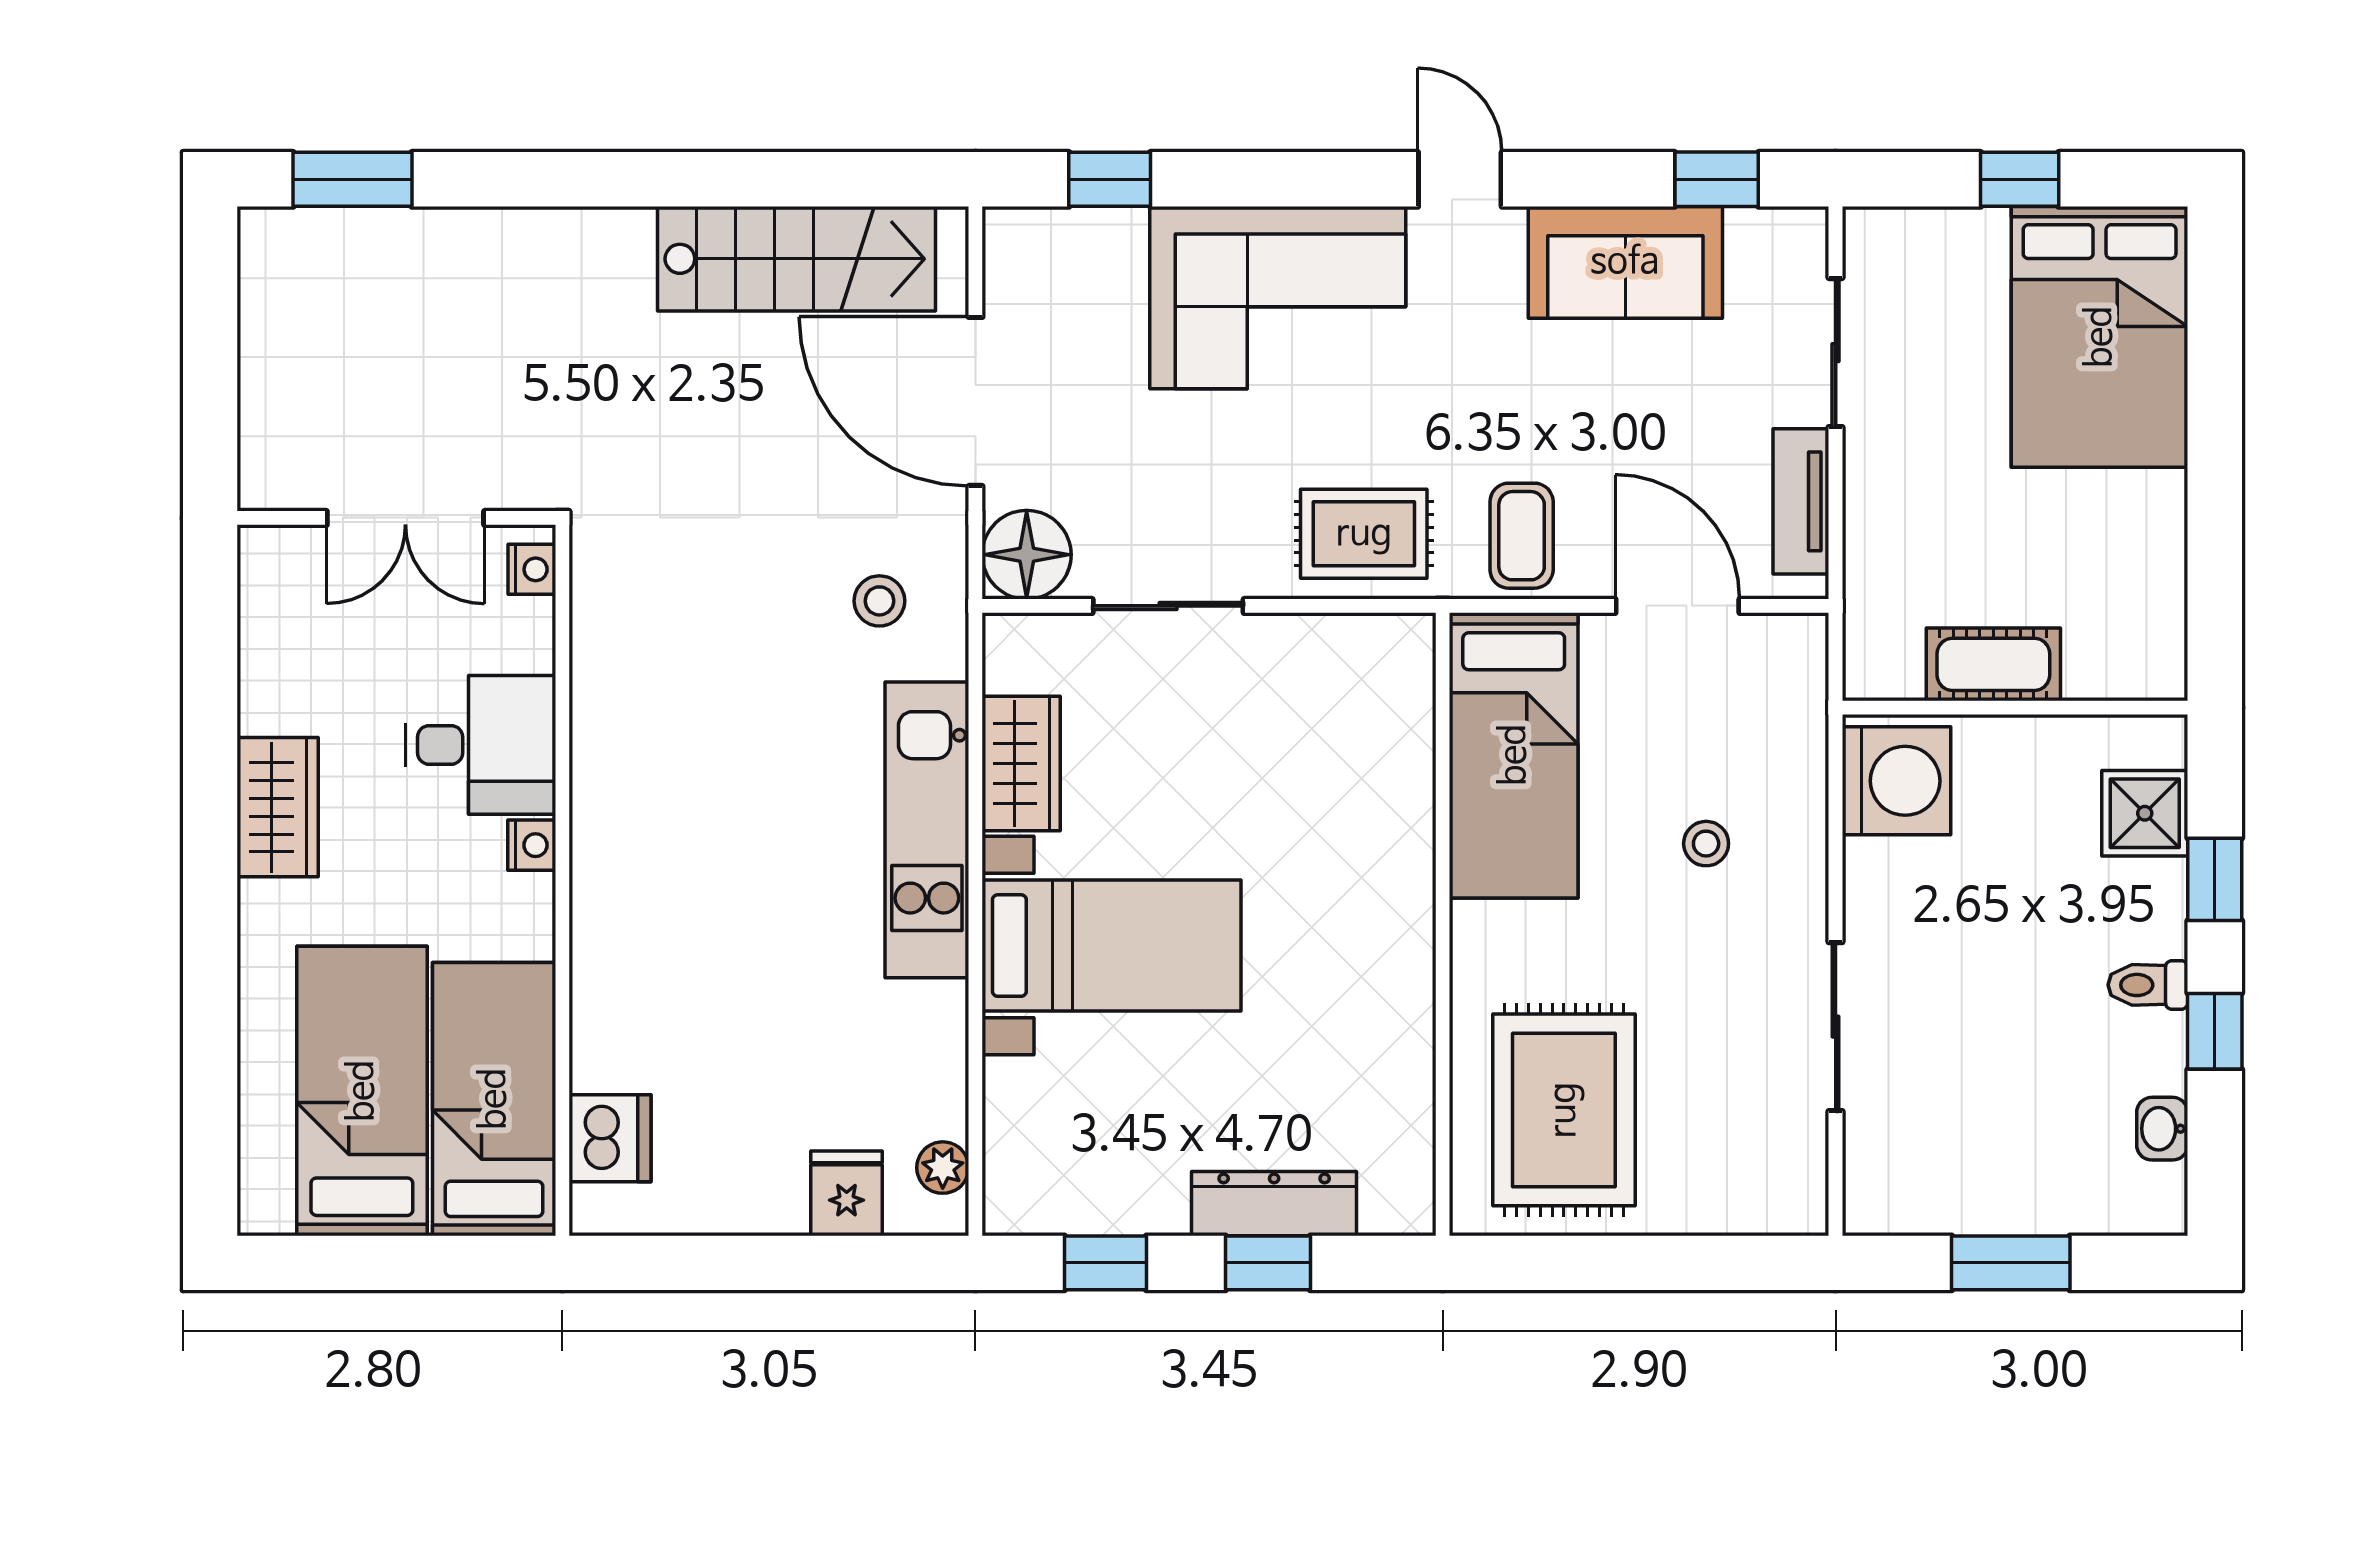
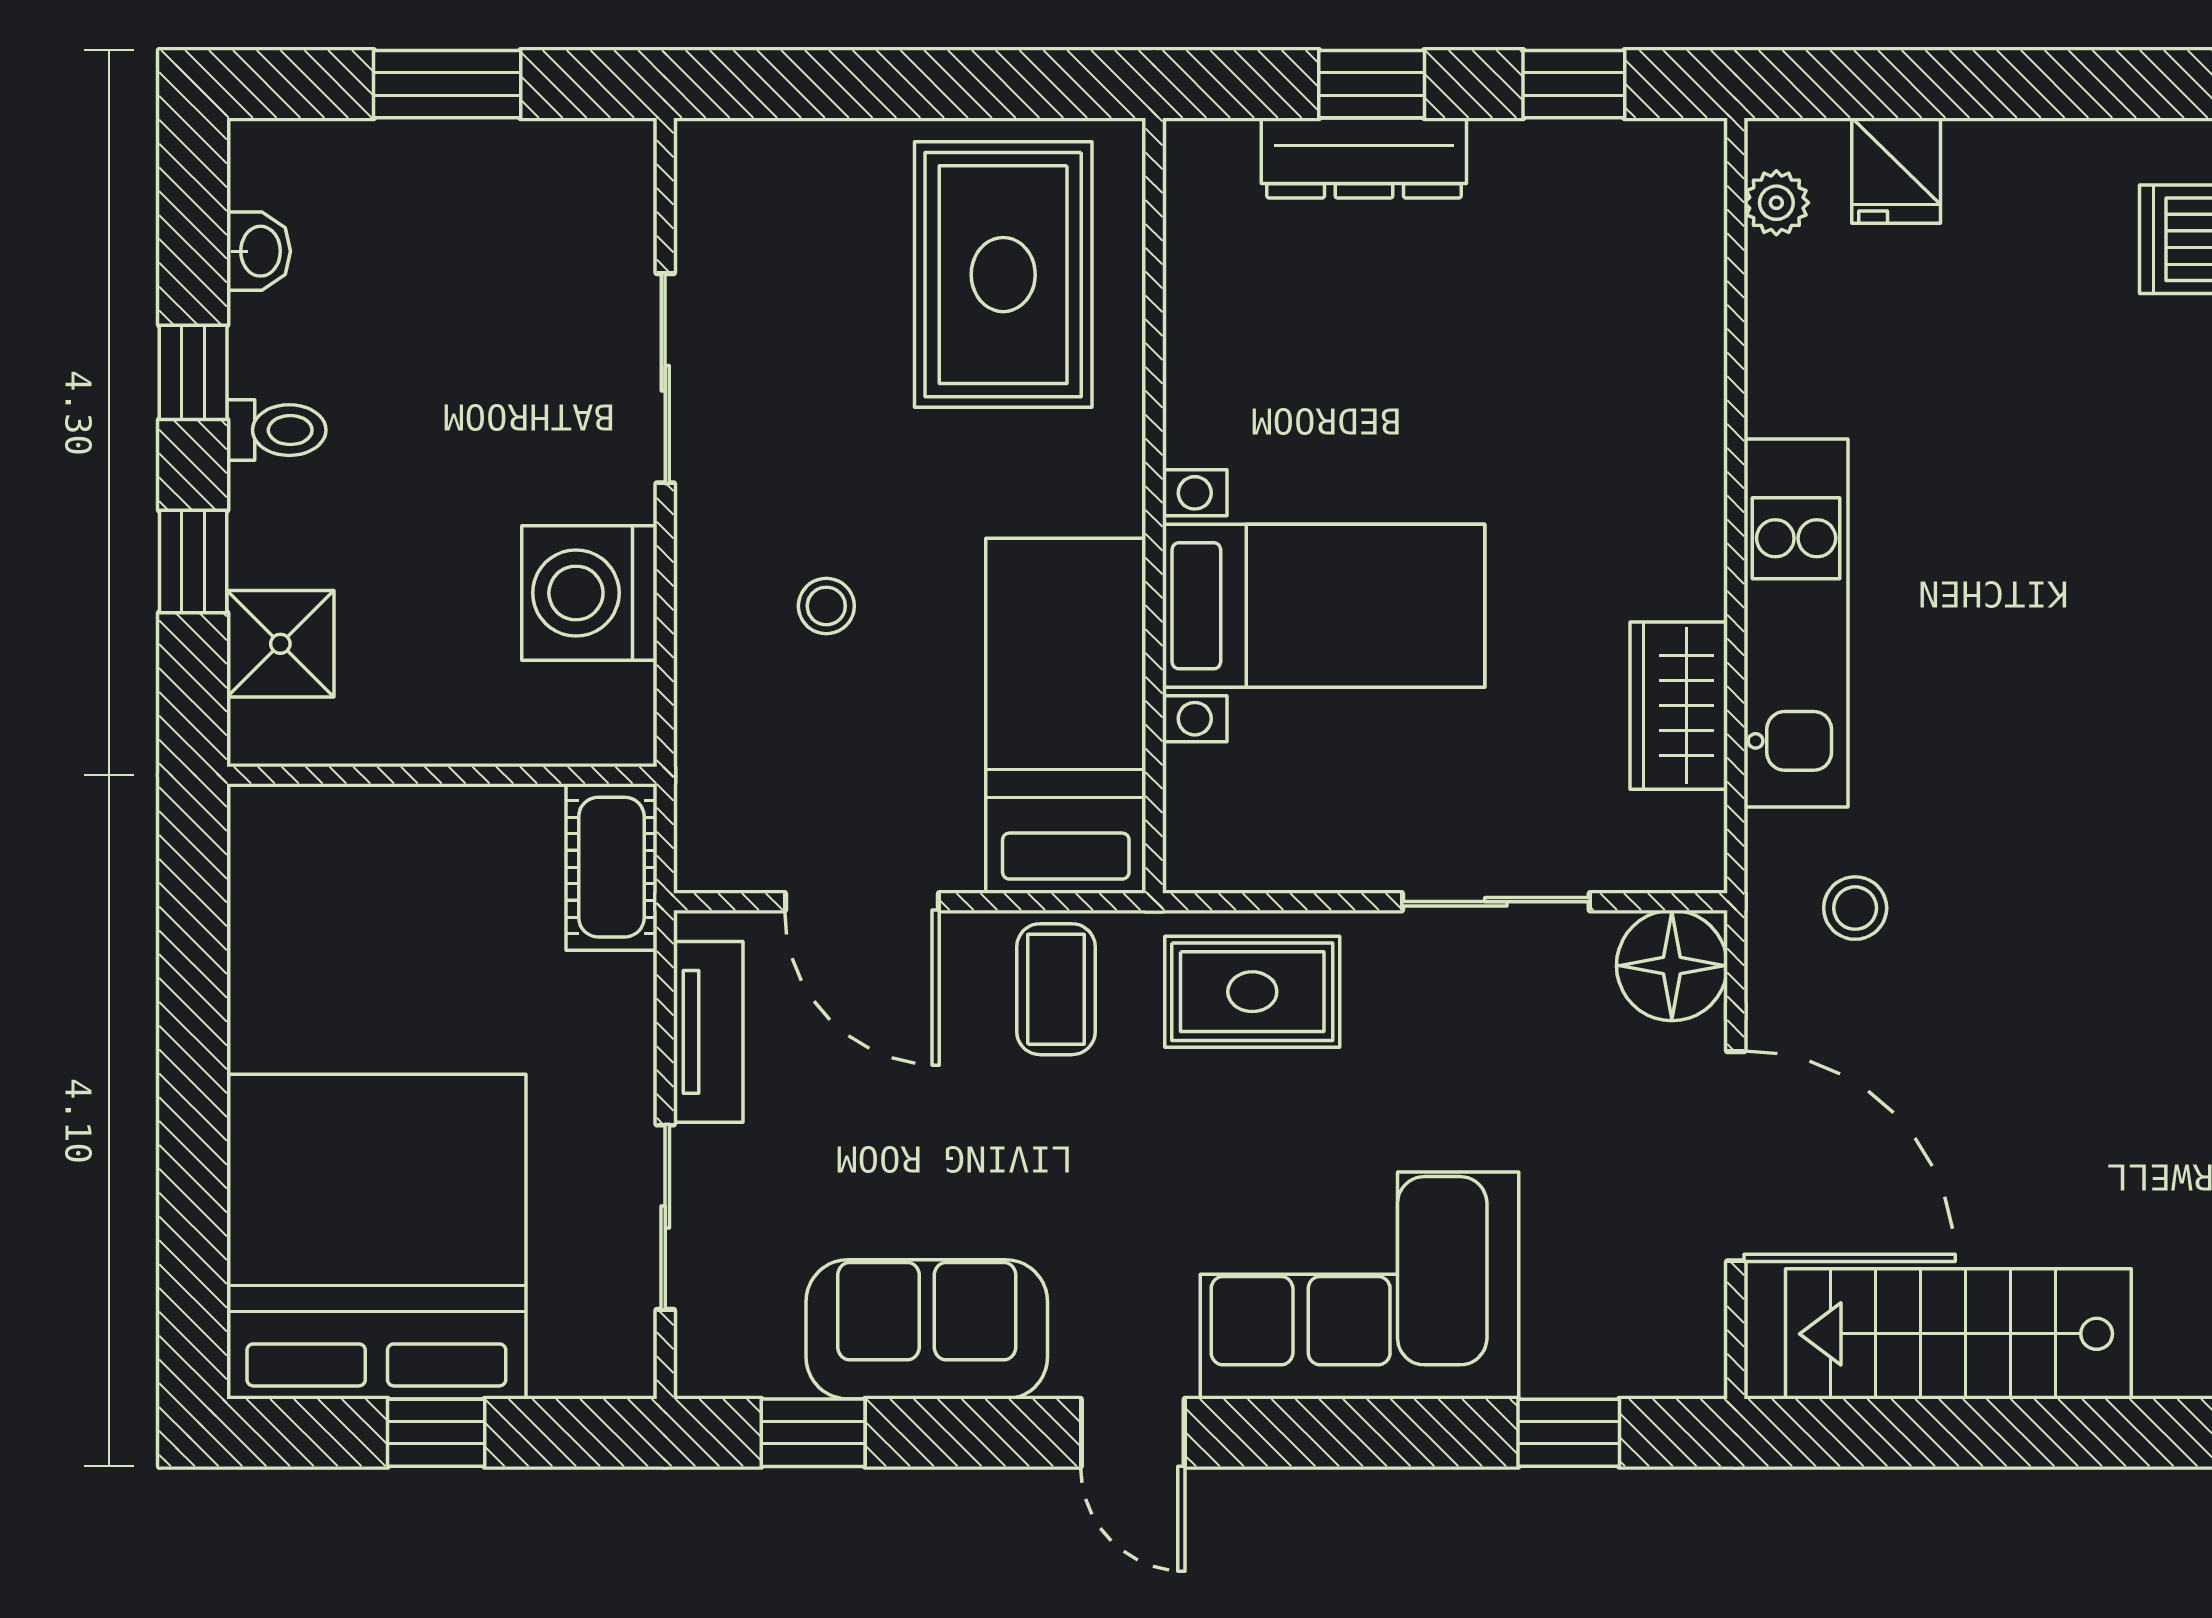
bed: (2100, 337) -> (376, 1237), width x1.36
cot: (1993, 664) -> (611, 867), moved, turned 90
washing machine: (1896, 781) -> (589, 593), moved
bed with nightstands: (1112, 946) -> (1324, 606), moved, turned 180

